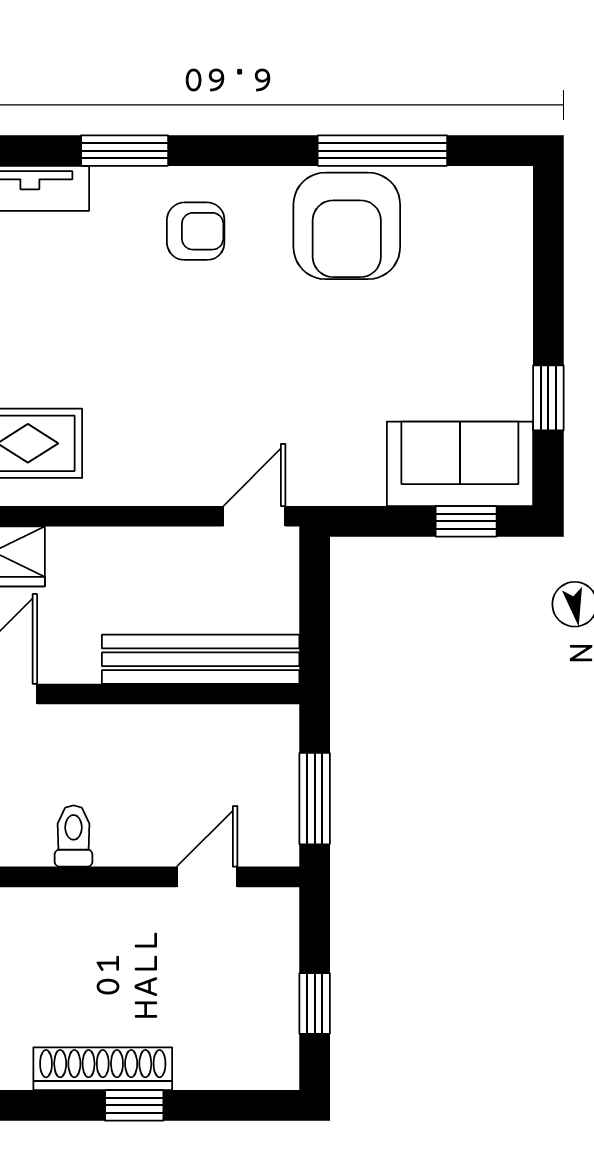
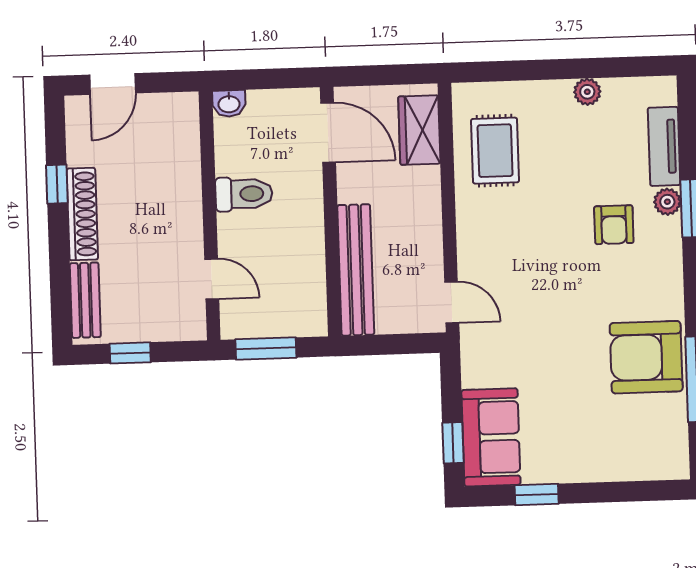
plant: (113, 186) -> (667, 202), added
armchair: (196, 231) -> (614, 225), moved
toilet: (74, 836) -> (244, 194), width x1.37, depth x1.39
bench: (233, 1069) -> (85, 300), added
window: (134, 1105) -> (57, 184), moved

